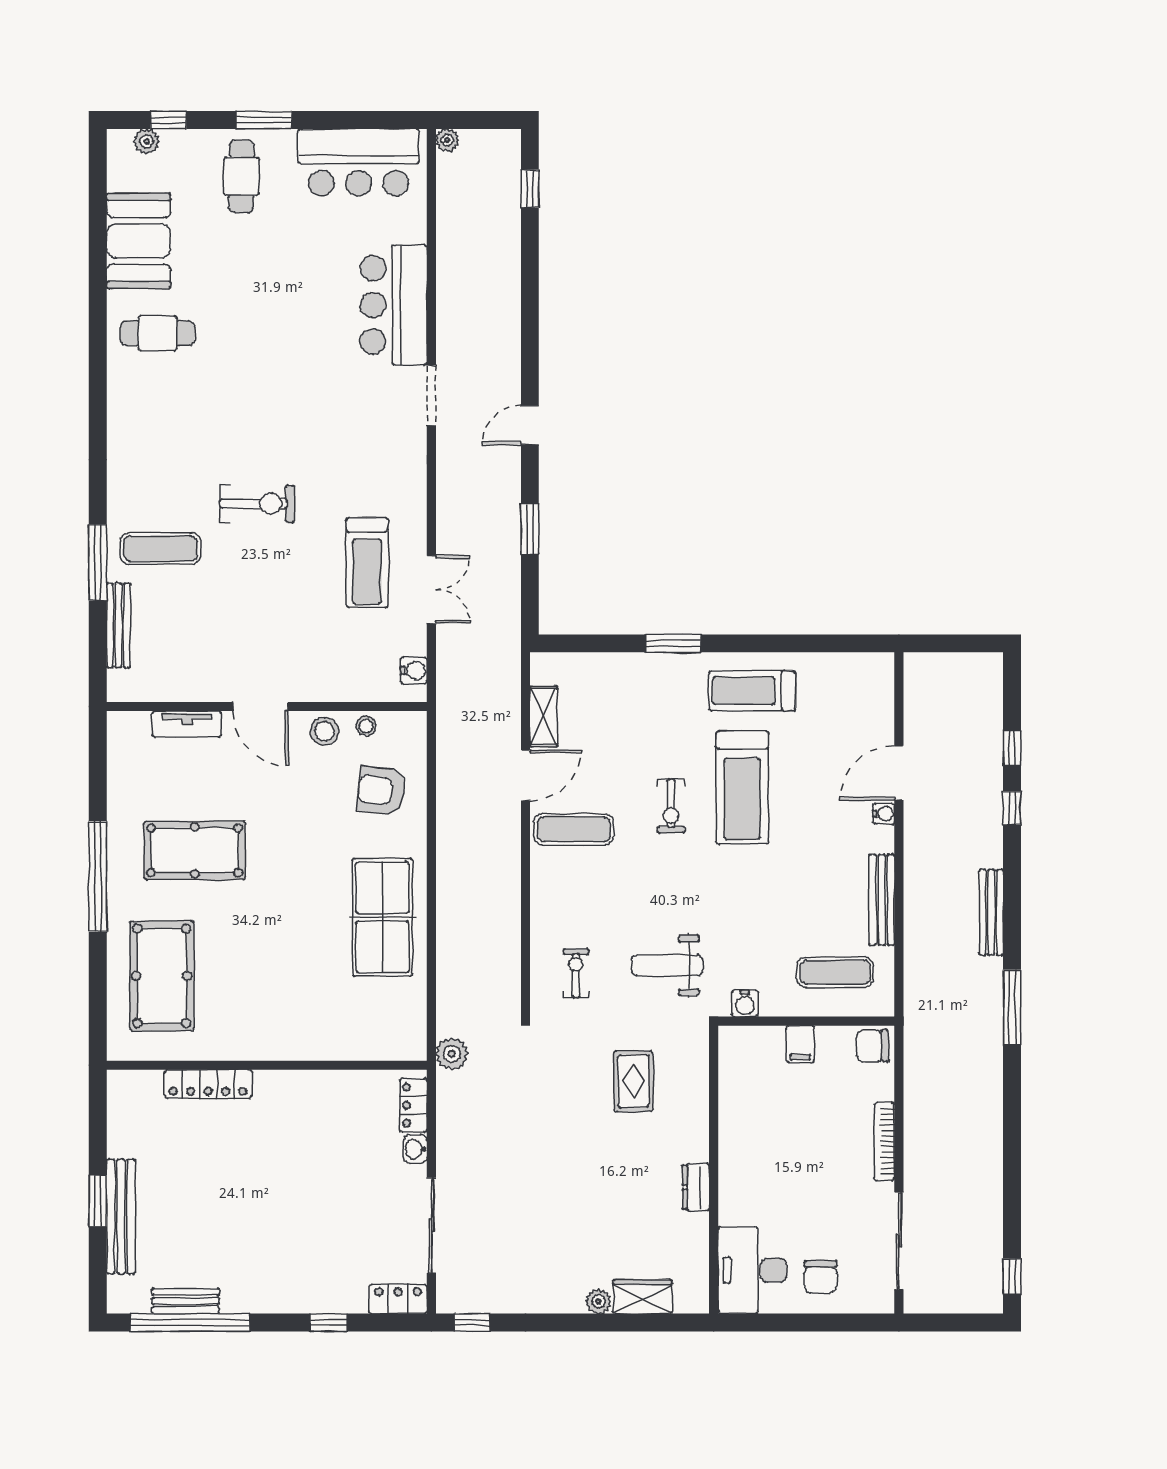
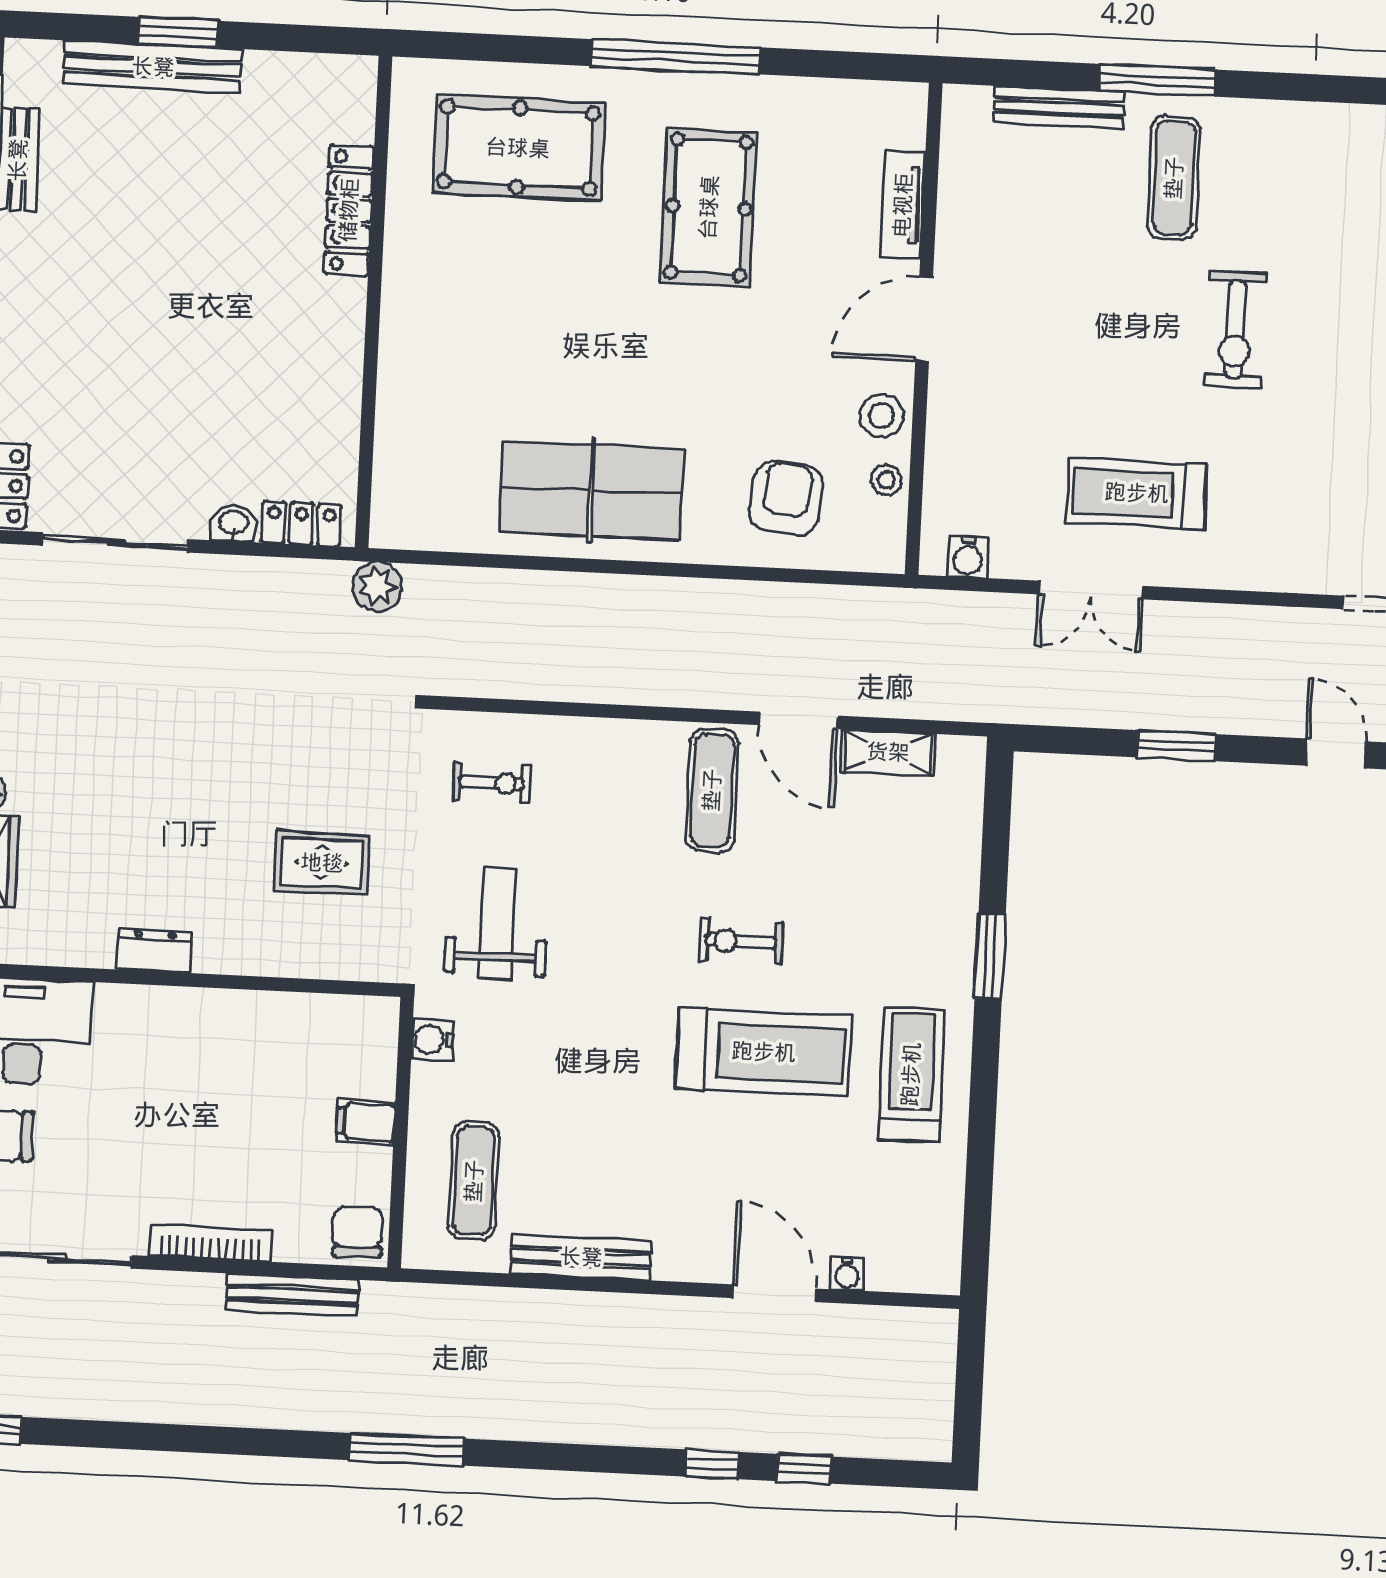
treadmill: (742, 788) -> (764, 1052), turned 180
water cooler: (884, 814) -> (847, 1274), moved
bench: (991, 912) -> (292, 1295), moved

